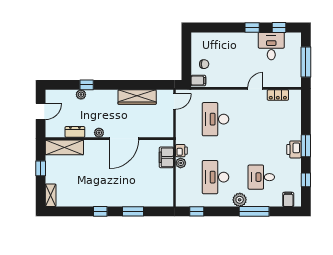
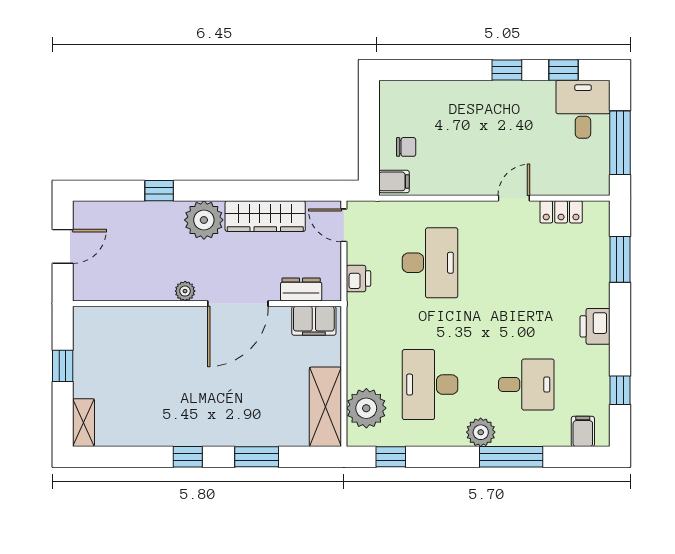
desk: (271, 46) -> (583, 109), moved
plant: (81, 95) -> (204, 220), moved, width x1.88, depth x1.88
door: (174, 101) -> (344, 225), swing flipped
desk: (216, 119) -> (430, 263), turned 180
dresser: (75, 132) -> (301, 289), moved
window: (306, 146) -> (620, 259), moved
shelving: (64, 147) -> (325, 407), moved, turned 90
printer: (181, 151) -> (358, 279), moved
filing cabinet: (166, 157) -> (314, 321), moved, turned -90
plant: (181, 163) -> (366, 408), moved, width x1.88, depth x1.88
desk: (261, 177) -> (526, 385), turned 180

